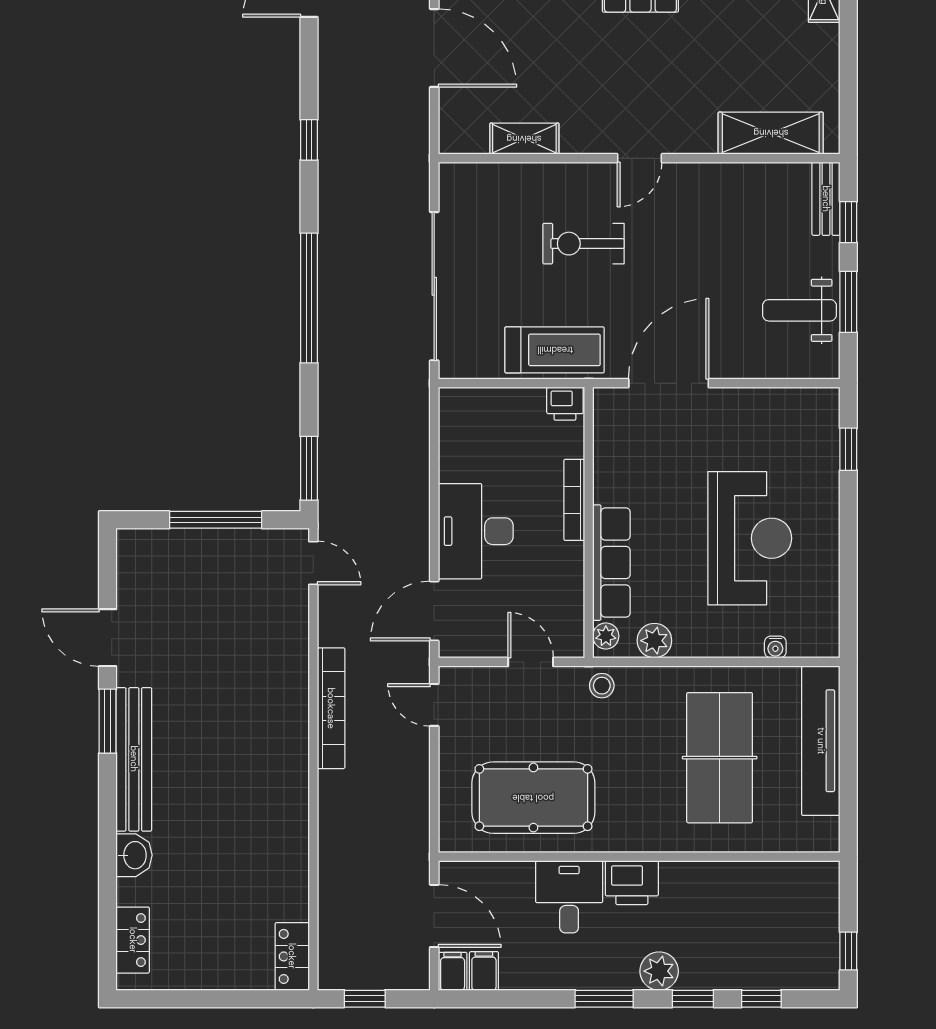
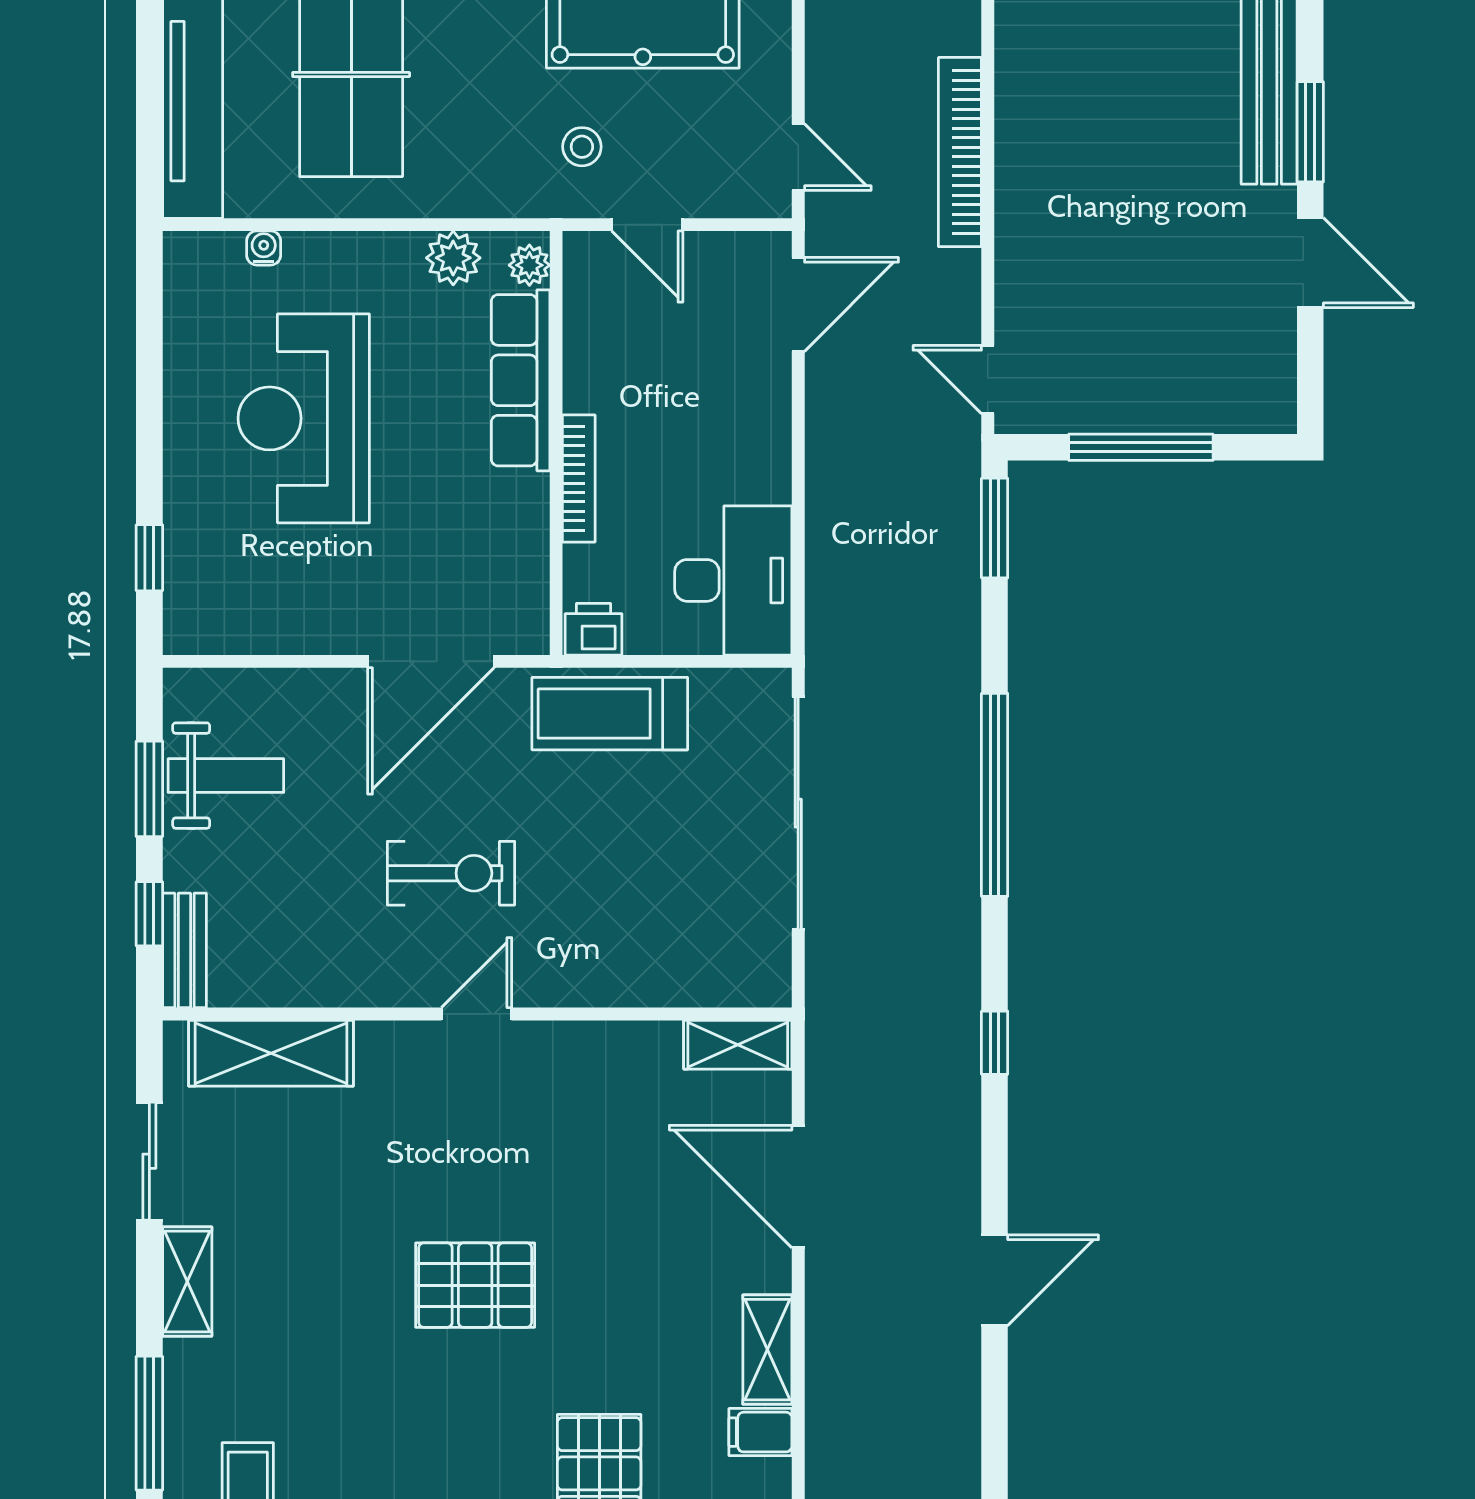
sliding door: (848, 64) -> (149, 1161), added
shelving: (524, 139) -> (738, 1045), moved
exercise bike: (583, 244) -> (451, 873), moved
desk: (476, 531) -> (733, 580), moved
stool: (602, 686) -> (582, 147), moved

